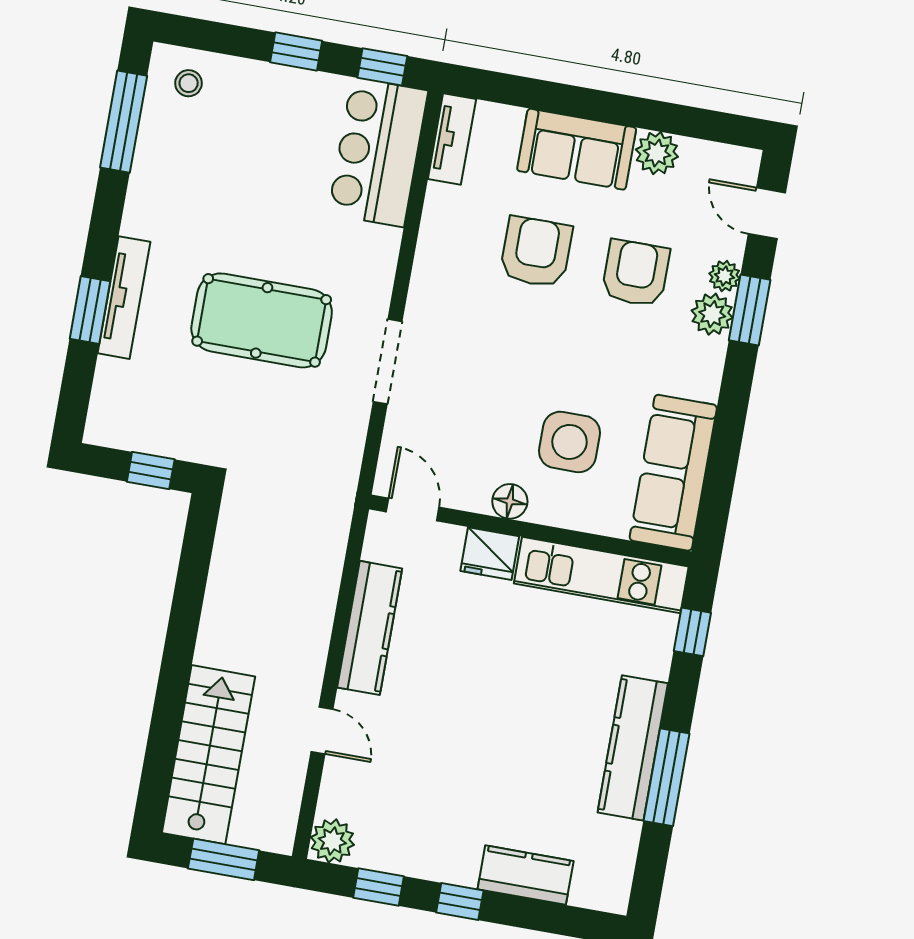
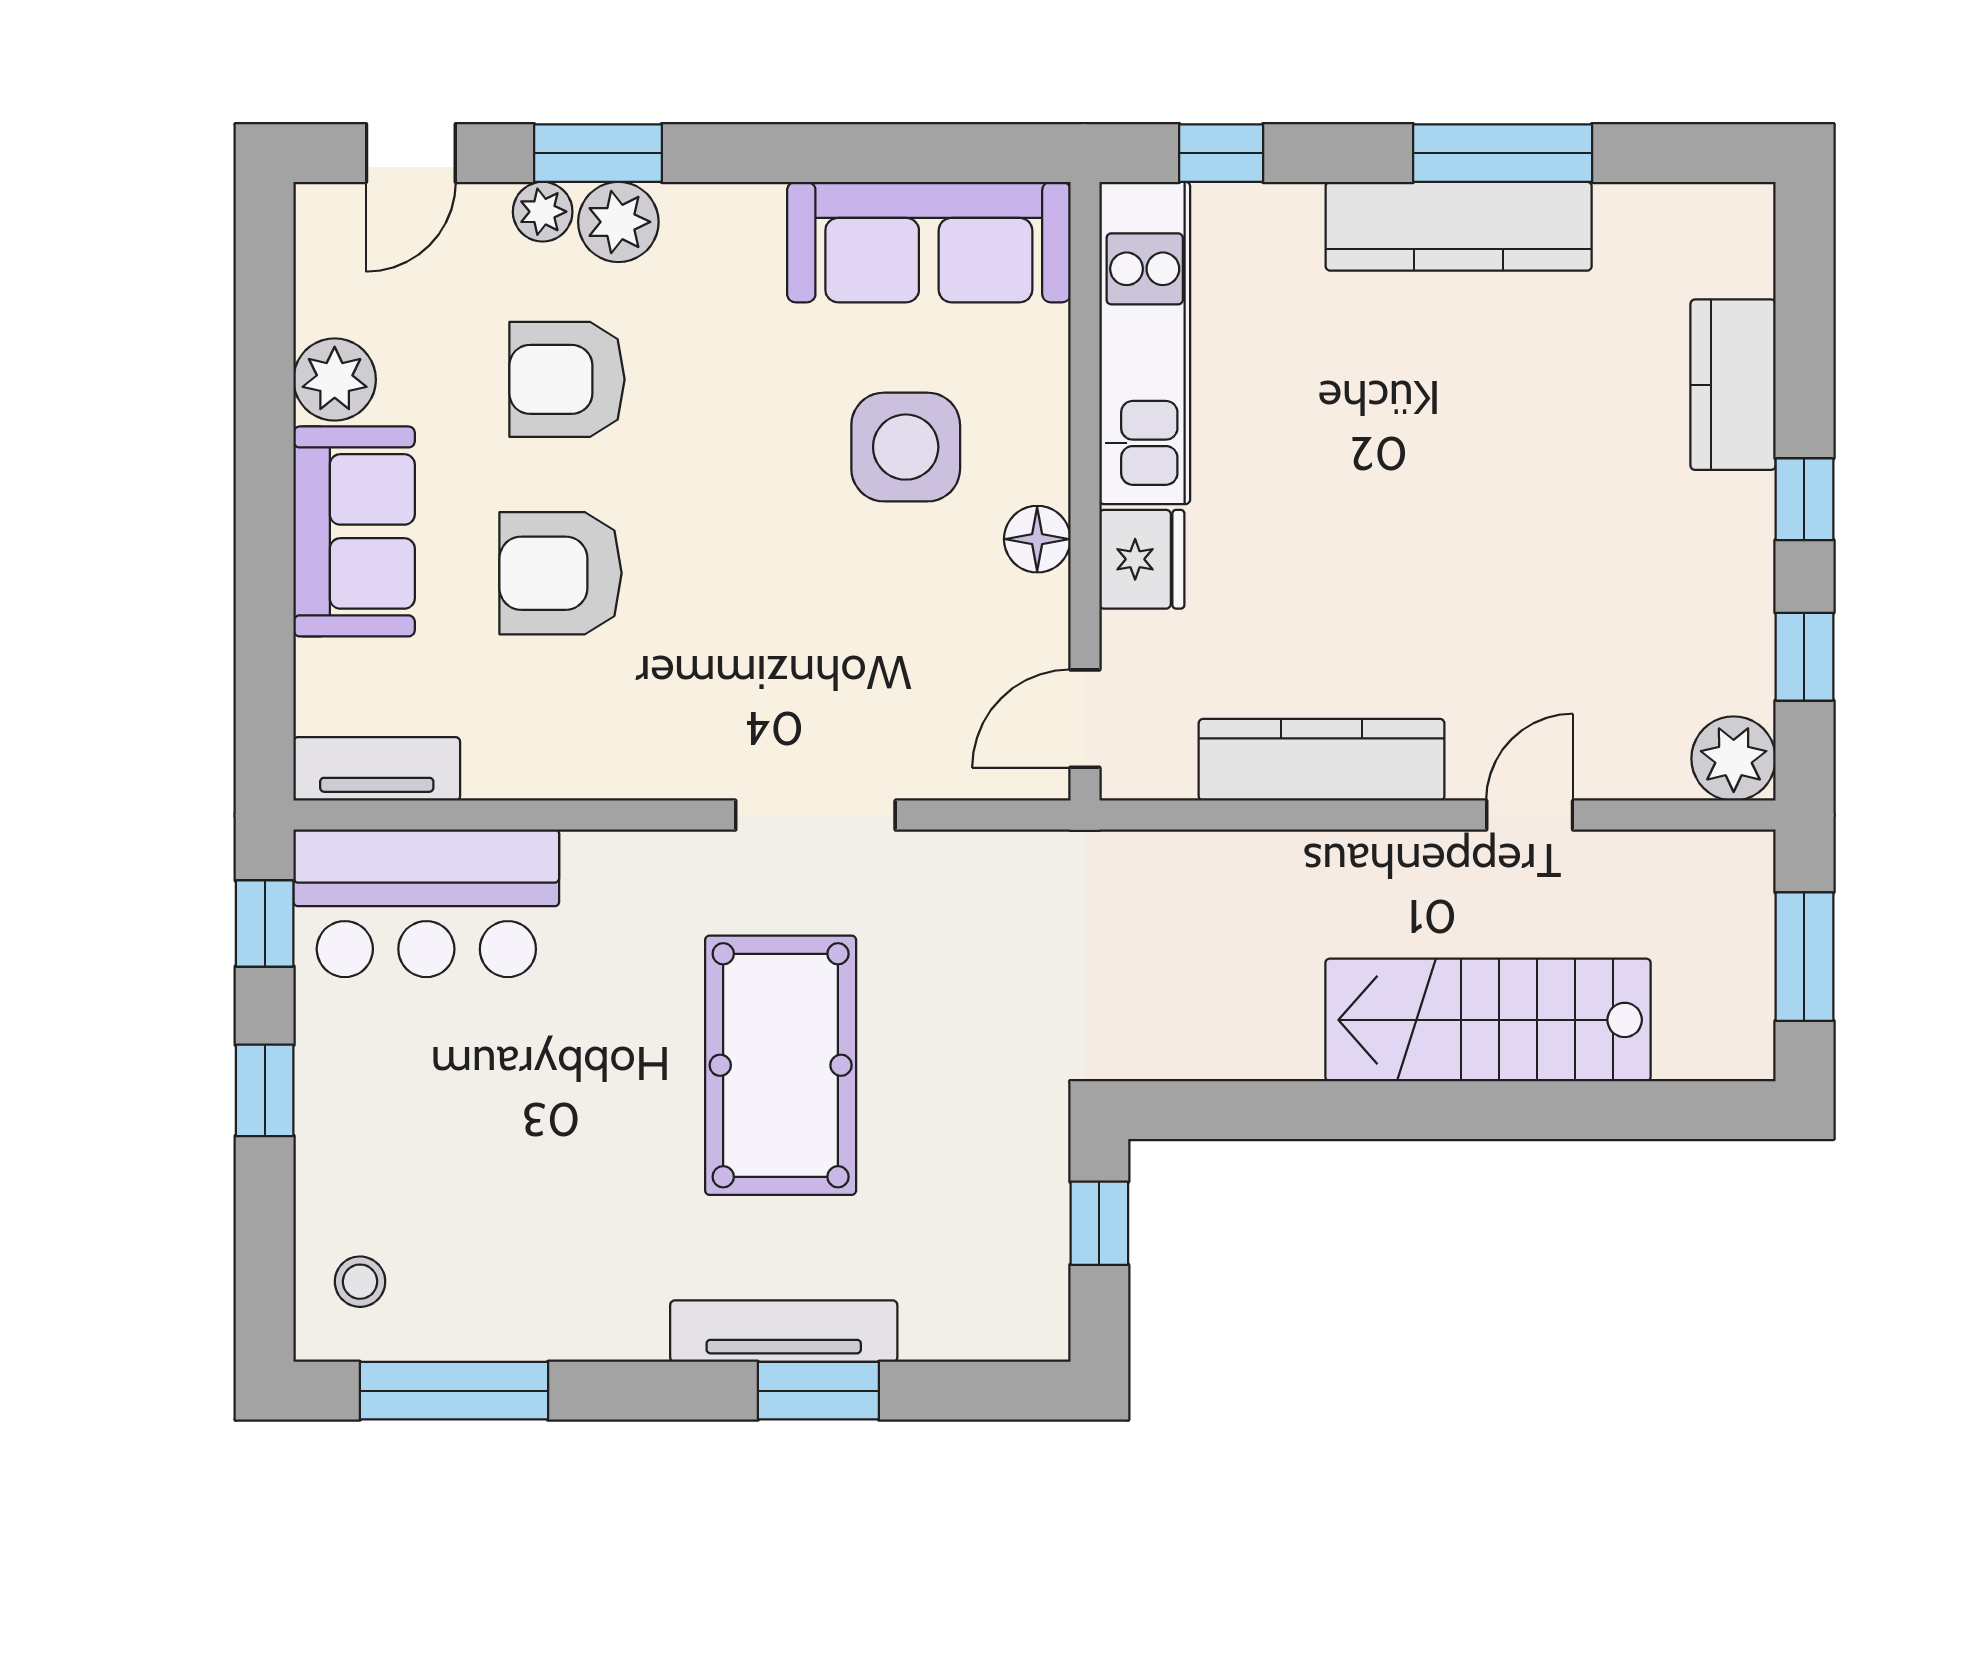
stairs: (208, 755) -> (1488, 1020), moved

